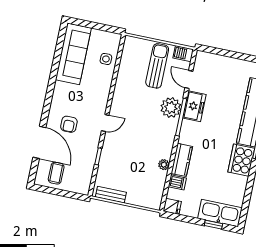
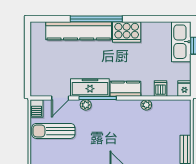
freezer: (194, 106) -> (90, 87), width x1.40
plant: (171, 108) -> (86, 105), width x0.53, depth x0.53
kitchen counter: (182, 160) -> (125, 89), moved

